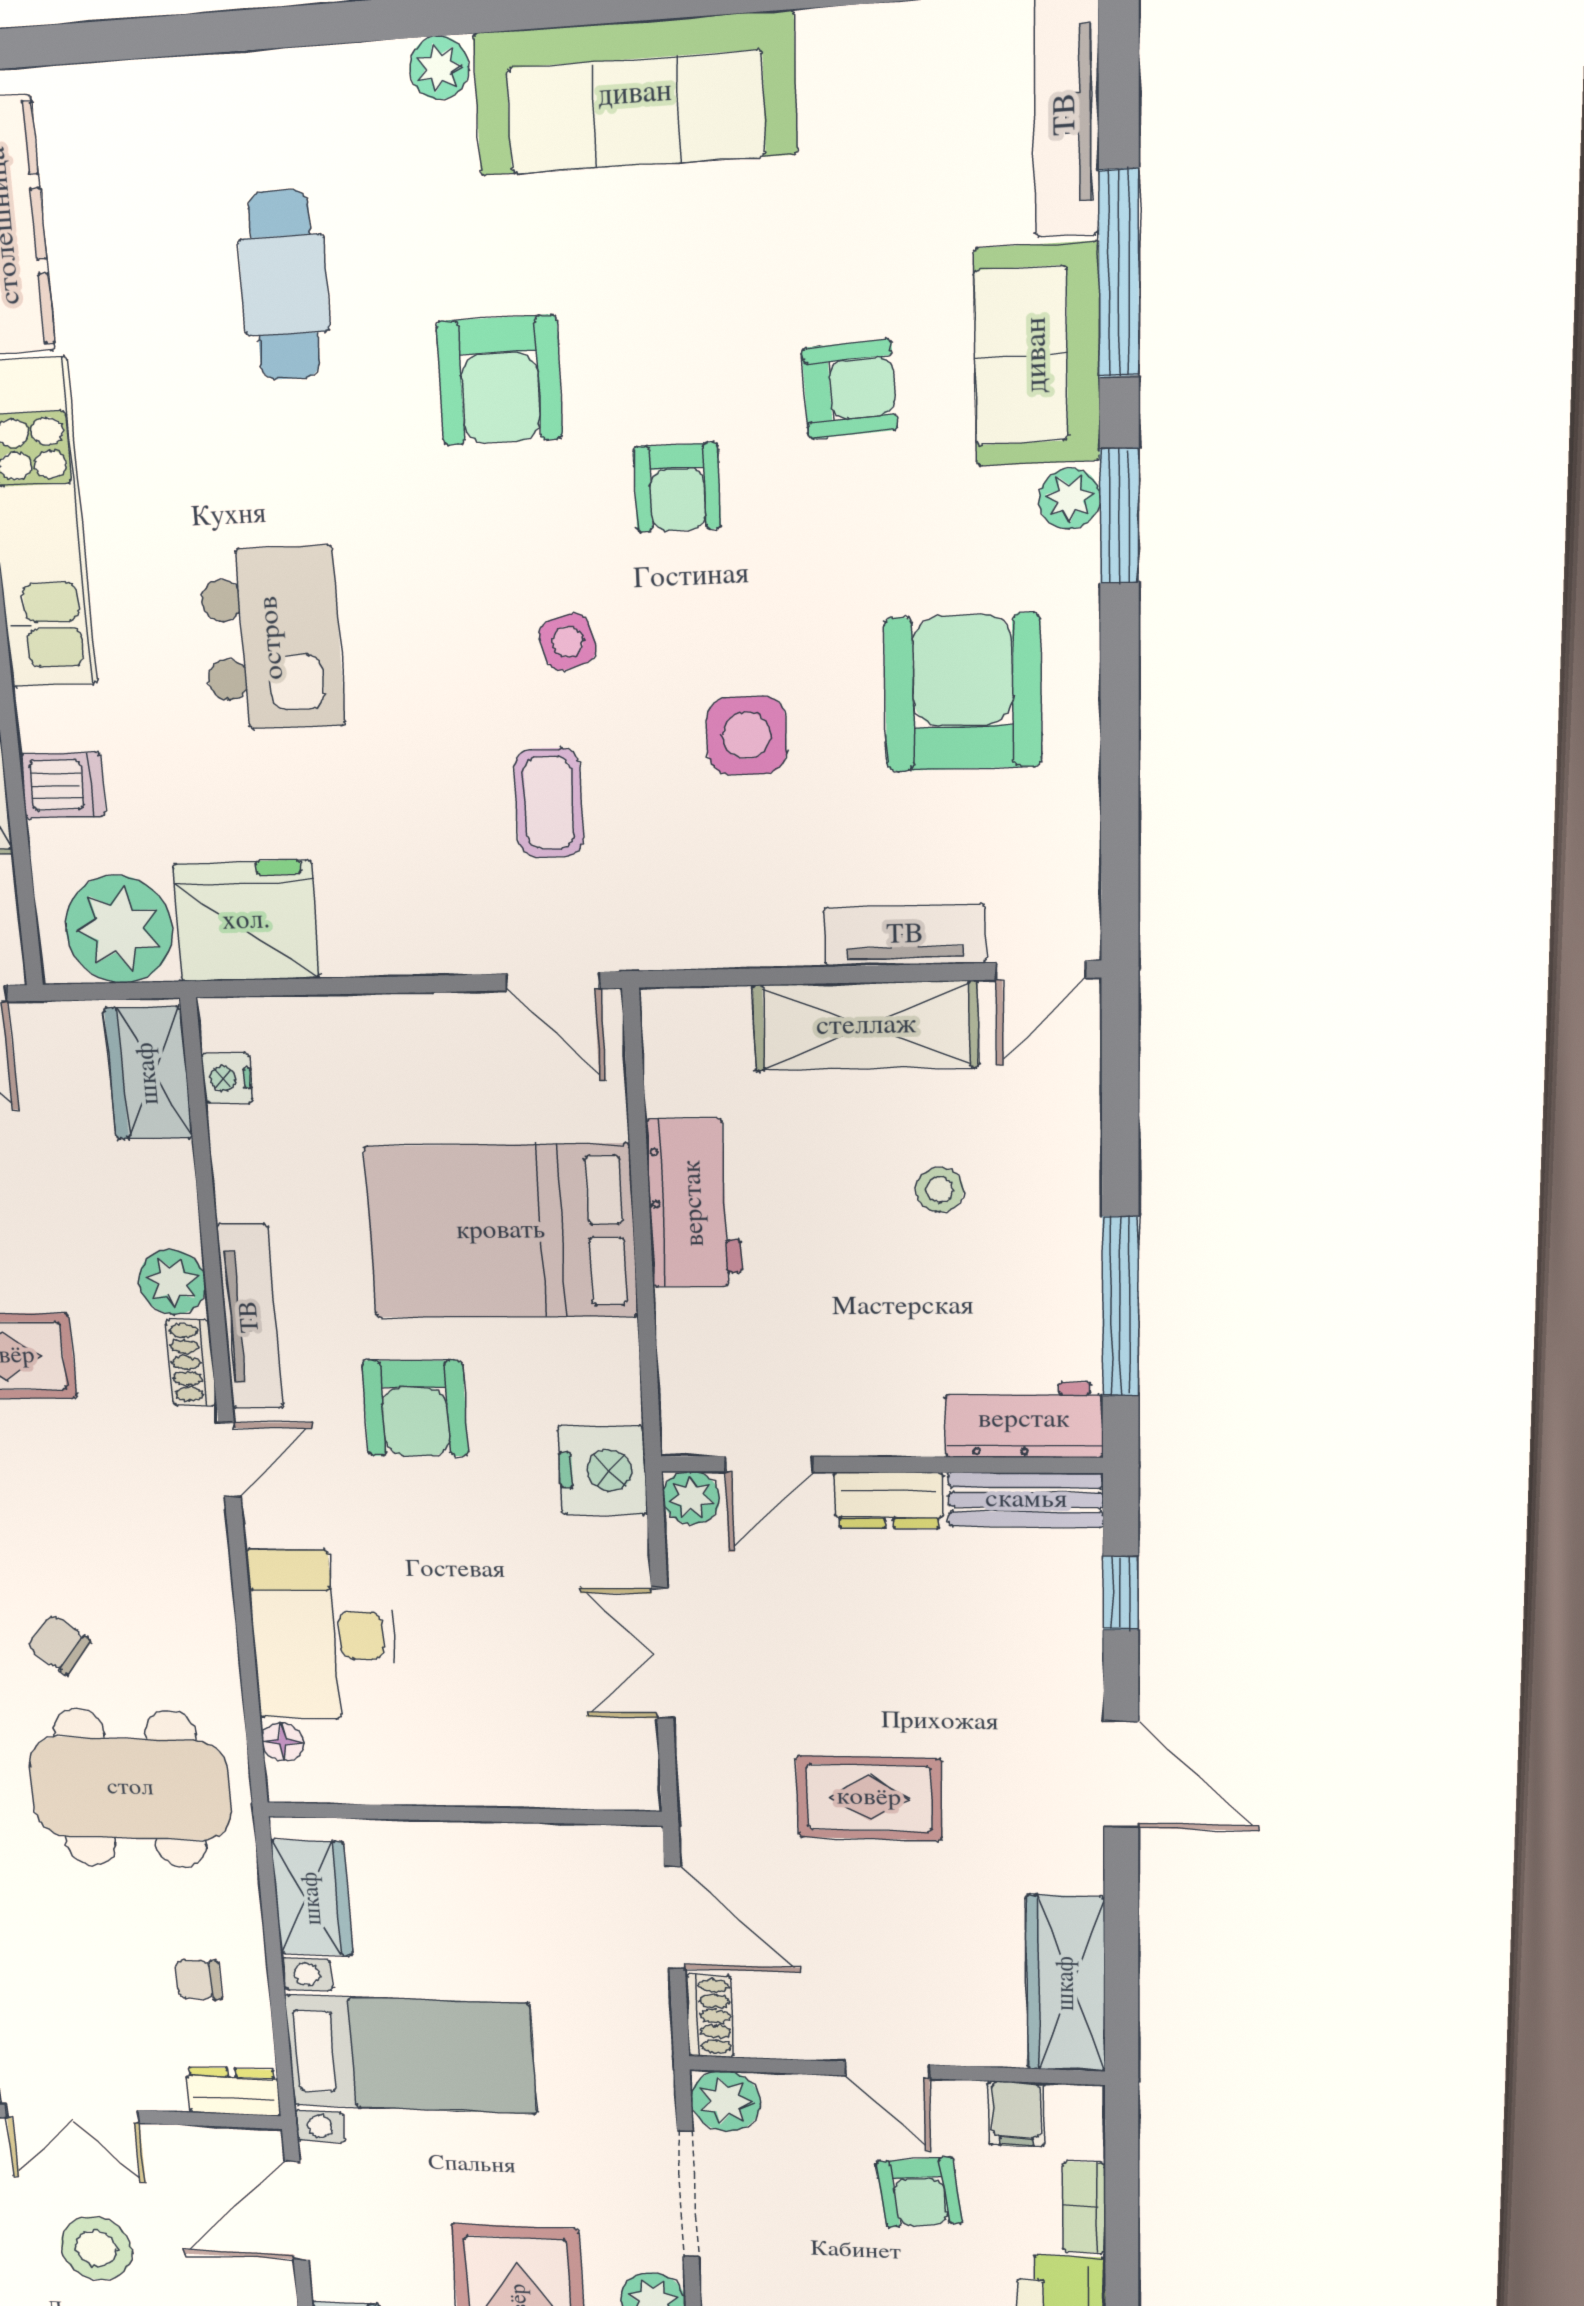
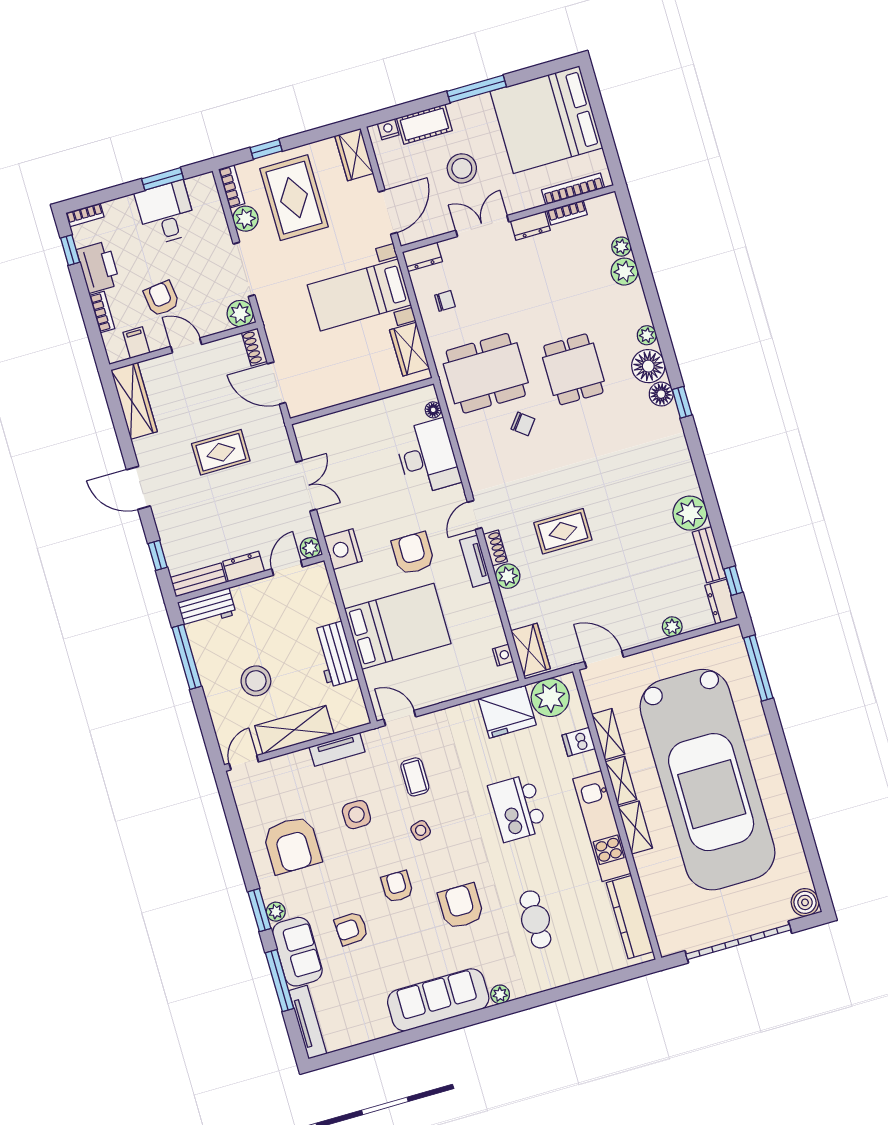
tv unit: (905, 935) -> (337, 749), moved
stool: (940, 1190) -> (256, 681), width x1.89, depth x1.89
tv unit: (250, 1317) -> (475, 561), width x0.71

